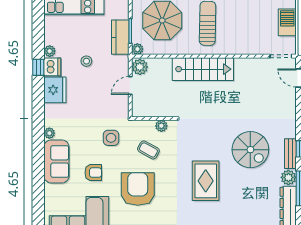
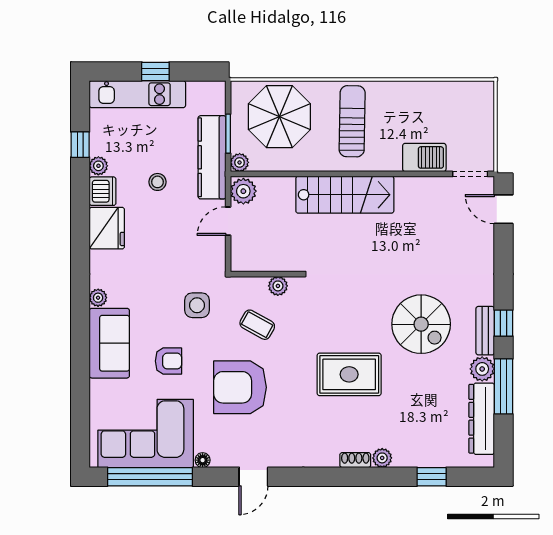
barbecue: (287, 22) -> (424, 157), moved, turned 90
kitchen counter: (120, 37) -> (212, 157), width x1.50
window: (38, 67) -> (80, 145), moved
rug: (206, 181) -> (349, 374), turned 90
armchair: (138, 189) -> (240, 387), turned -90

